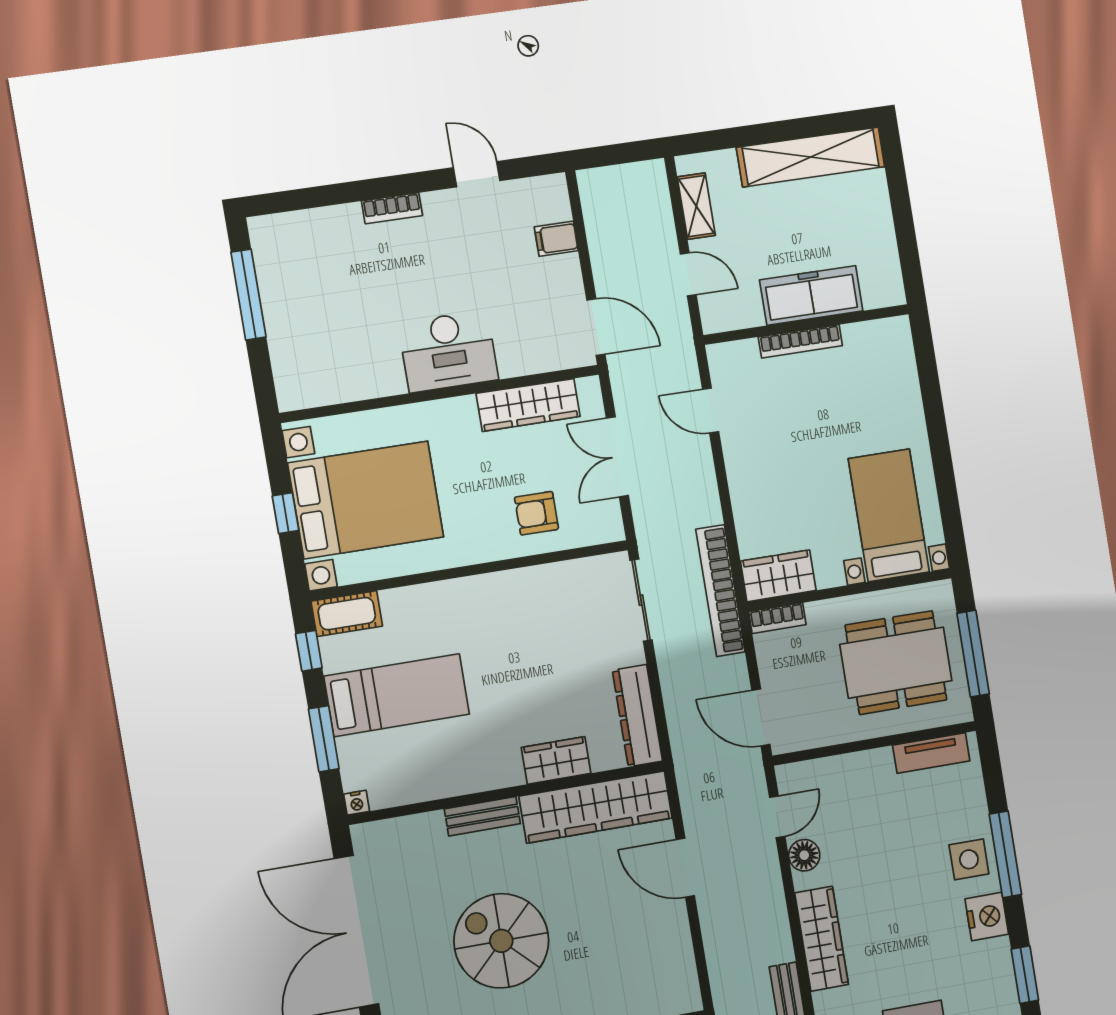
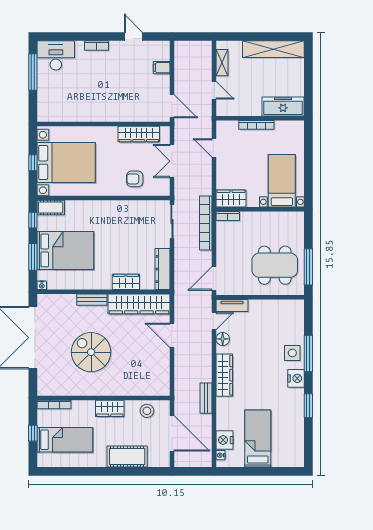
freezer: (811, 295) -> (283, 107), moved
desk: (448, 351) -> (56, 55), moved, turned 180
bed with nightstands: (889, 515) -> (282, 181), moved
wardrobe: (778, 576) -> (231, 198), moved
wall: (850, 590) -> (260, 209), moved
bookcase: (777, 618) -> (228, 216), moved
bed: (397, 695) -> (65, 250), width x1.50
door: (761, 717) -> (214, 278), hinge flipped
tv unit: (931, 753) -> (232, 306), moved

